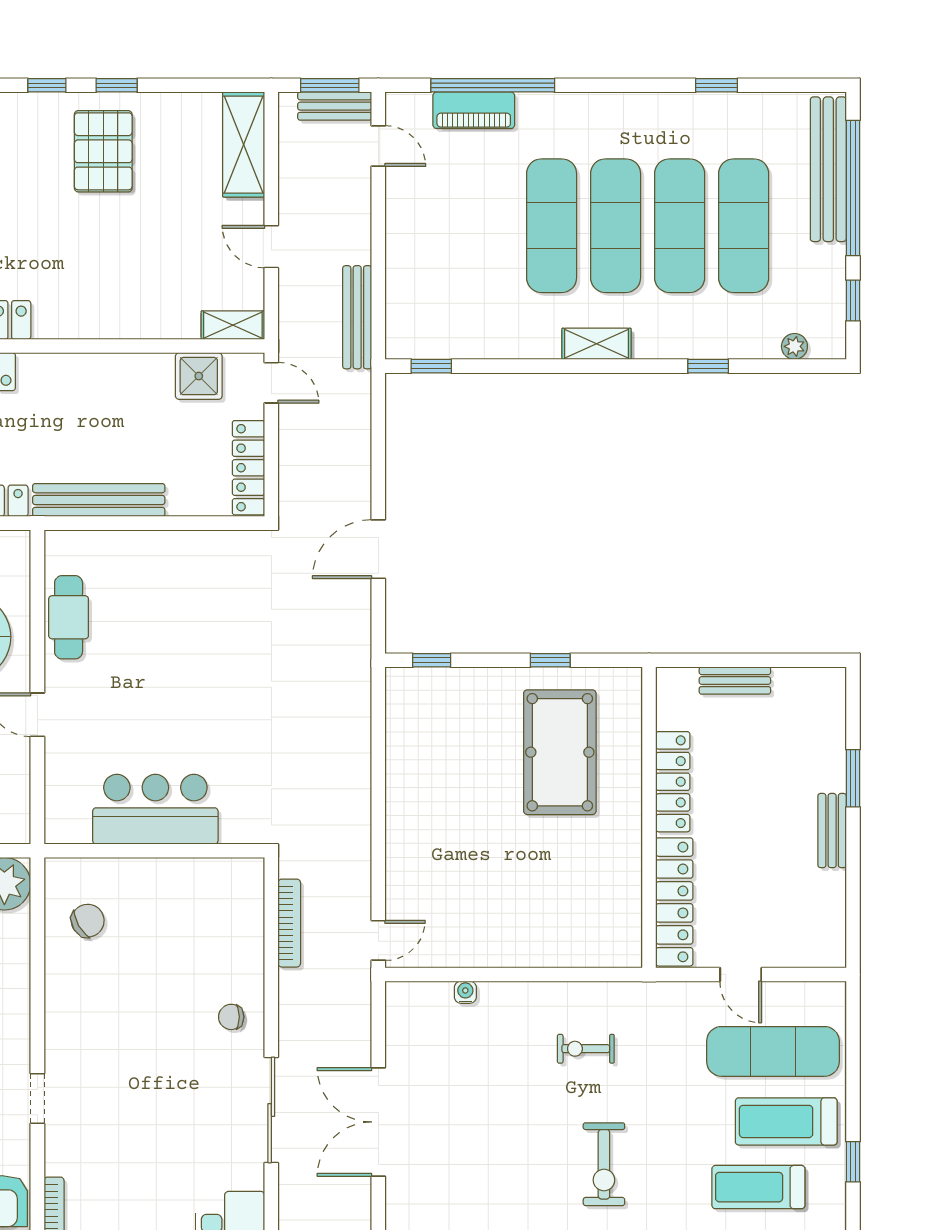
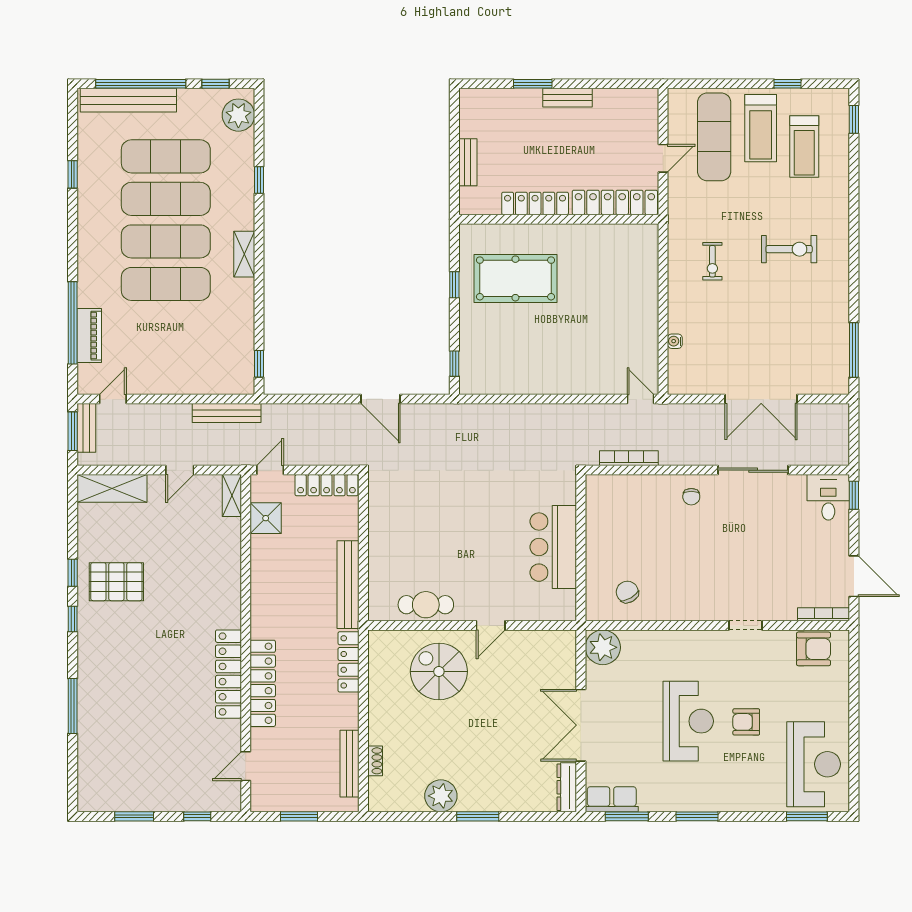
plant: (794, 346) -> (238, 115), width x1.87, depth x1.87

